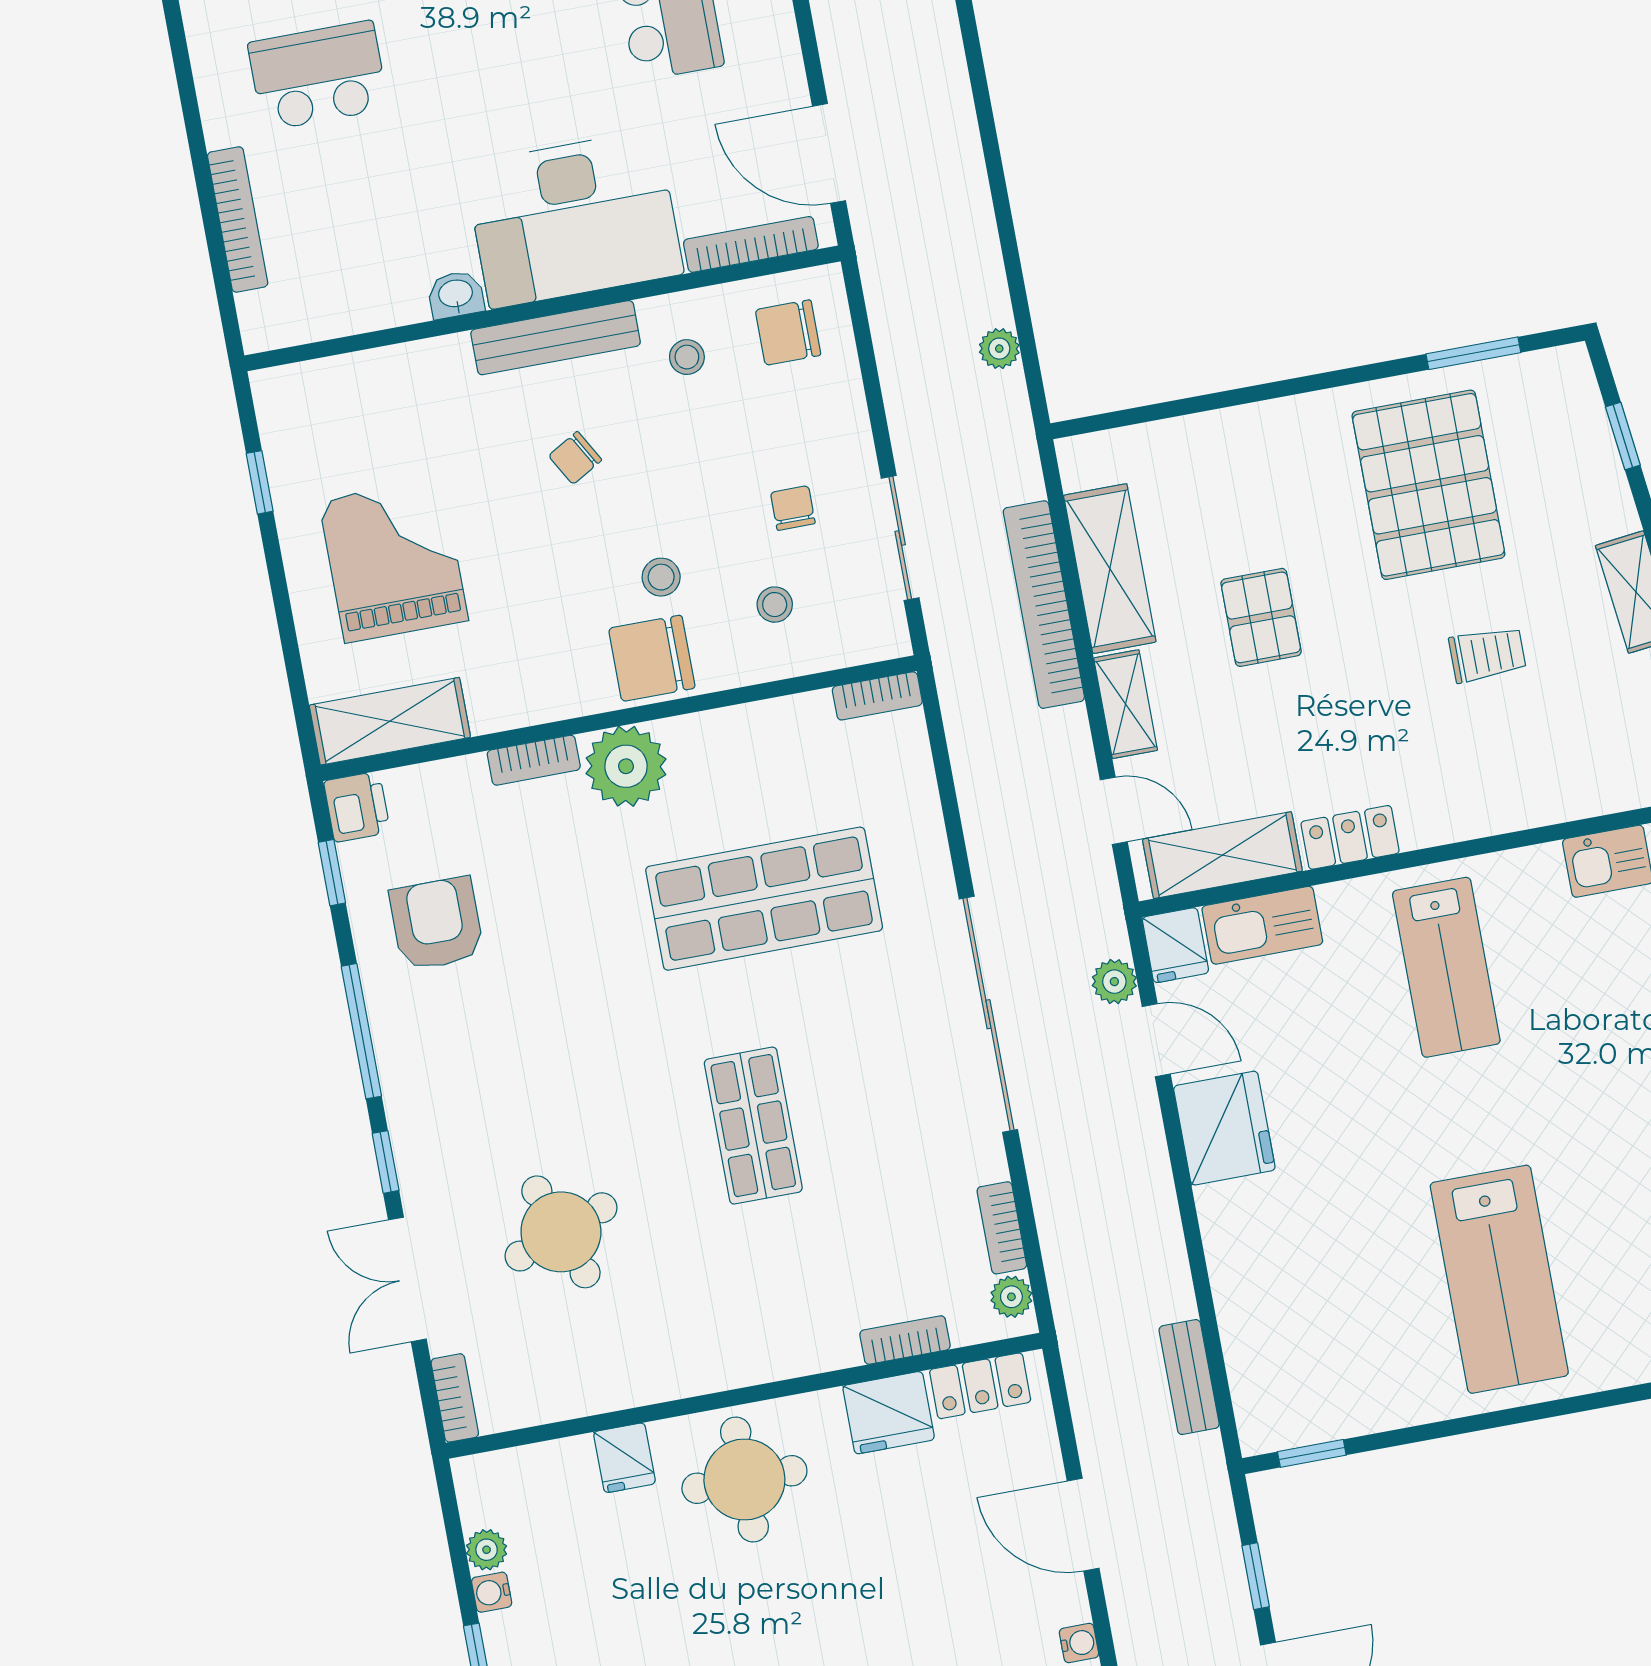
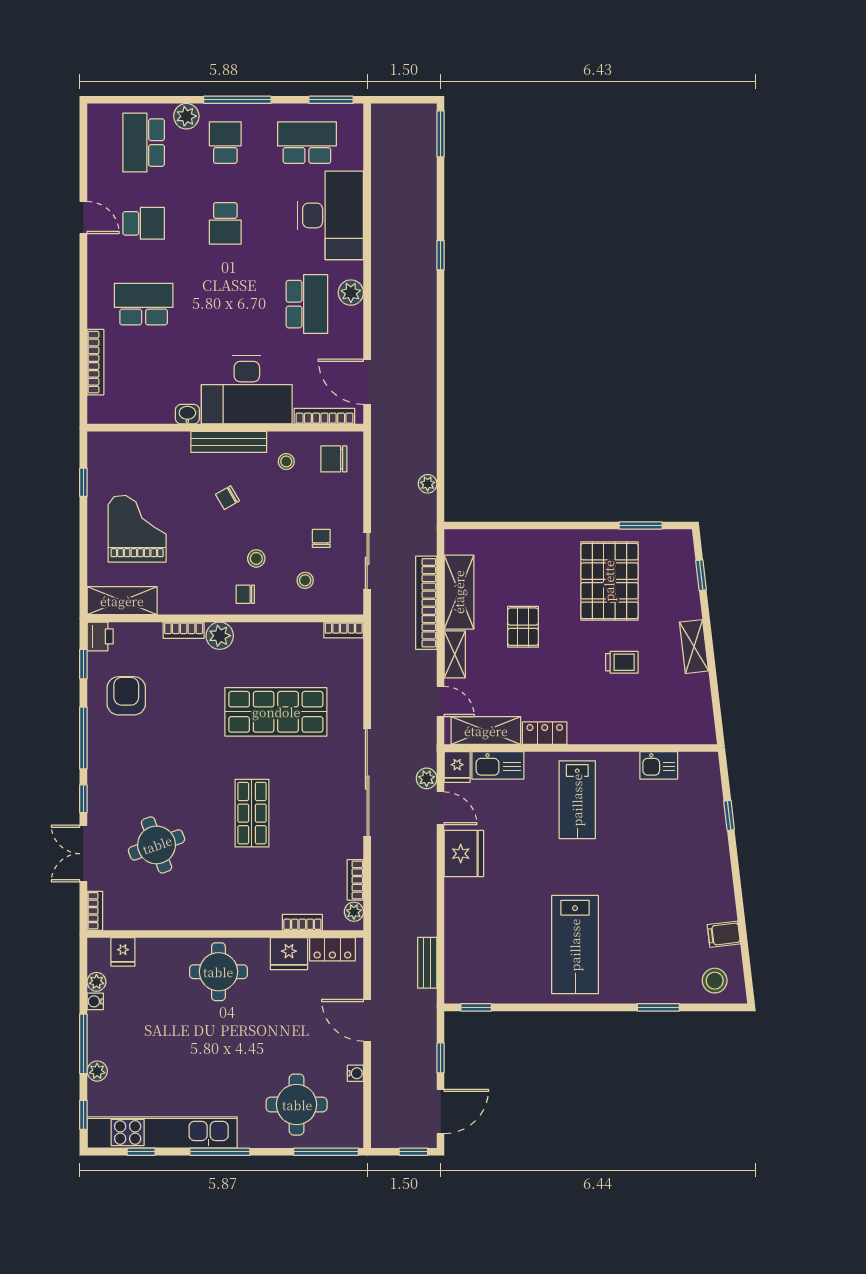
chair: (652, 658) -> (245, 594), width x0.54, depth x0.54
plant: (626, 766) -> (220, 636), width x0.73, depth x0.73
fridge: (624, 1458) -> (123, 952), moved

